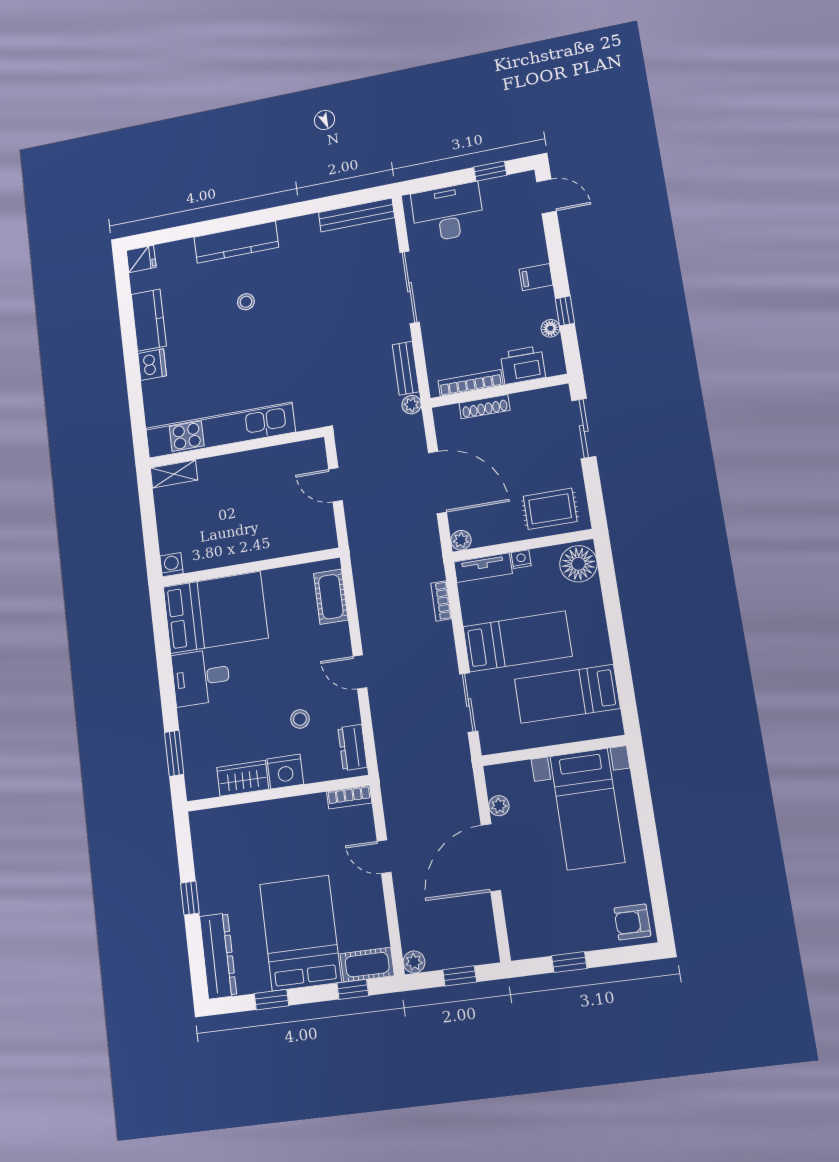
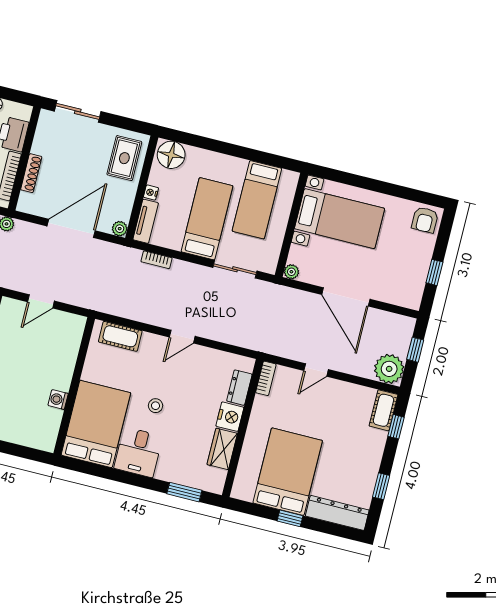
washing machine: (172, 565) -> (58, 400), moved
stool: (300, 719) -> (155, 406), moved
dresser: (352, 747) -> (239, 388), moved, turned 90
plant: (499, 806) -> (291, 272), moved
bed: (300, 933) -> (288, 472), moved, turned 90
plant: (414, 962) -> (389, 369), width x1.88, depth x1.88

